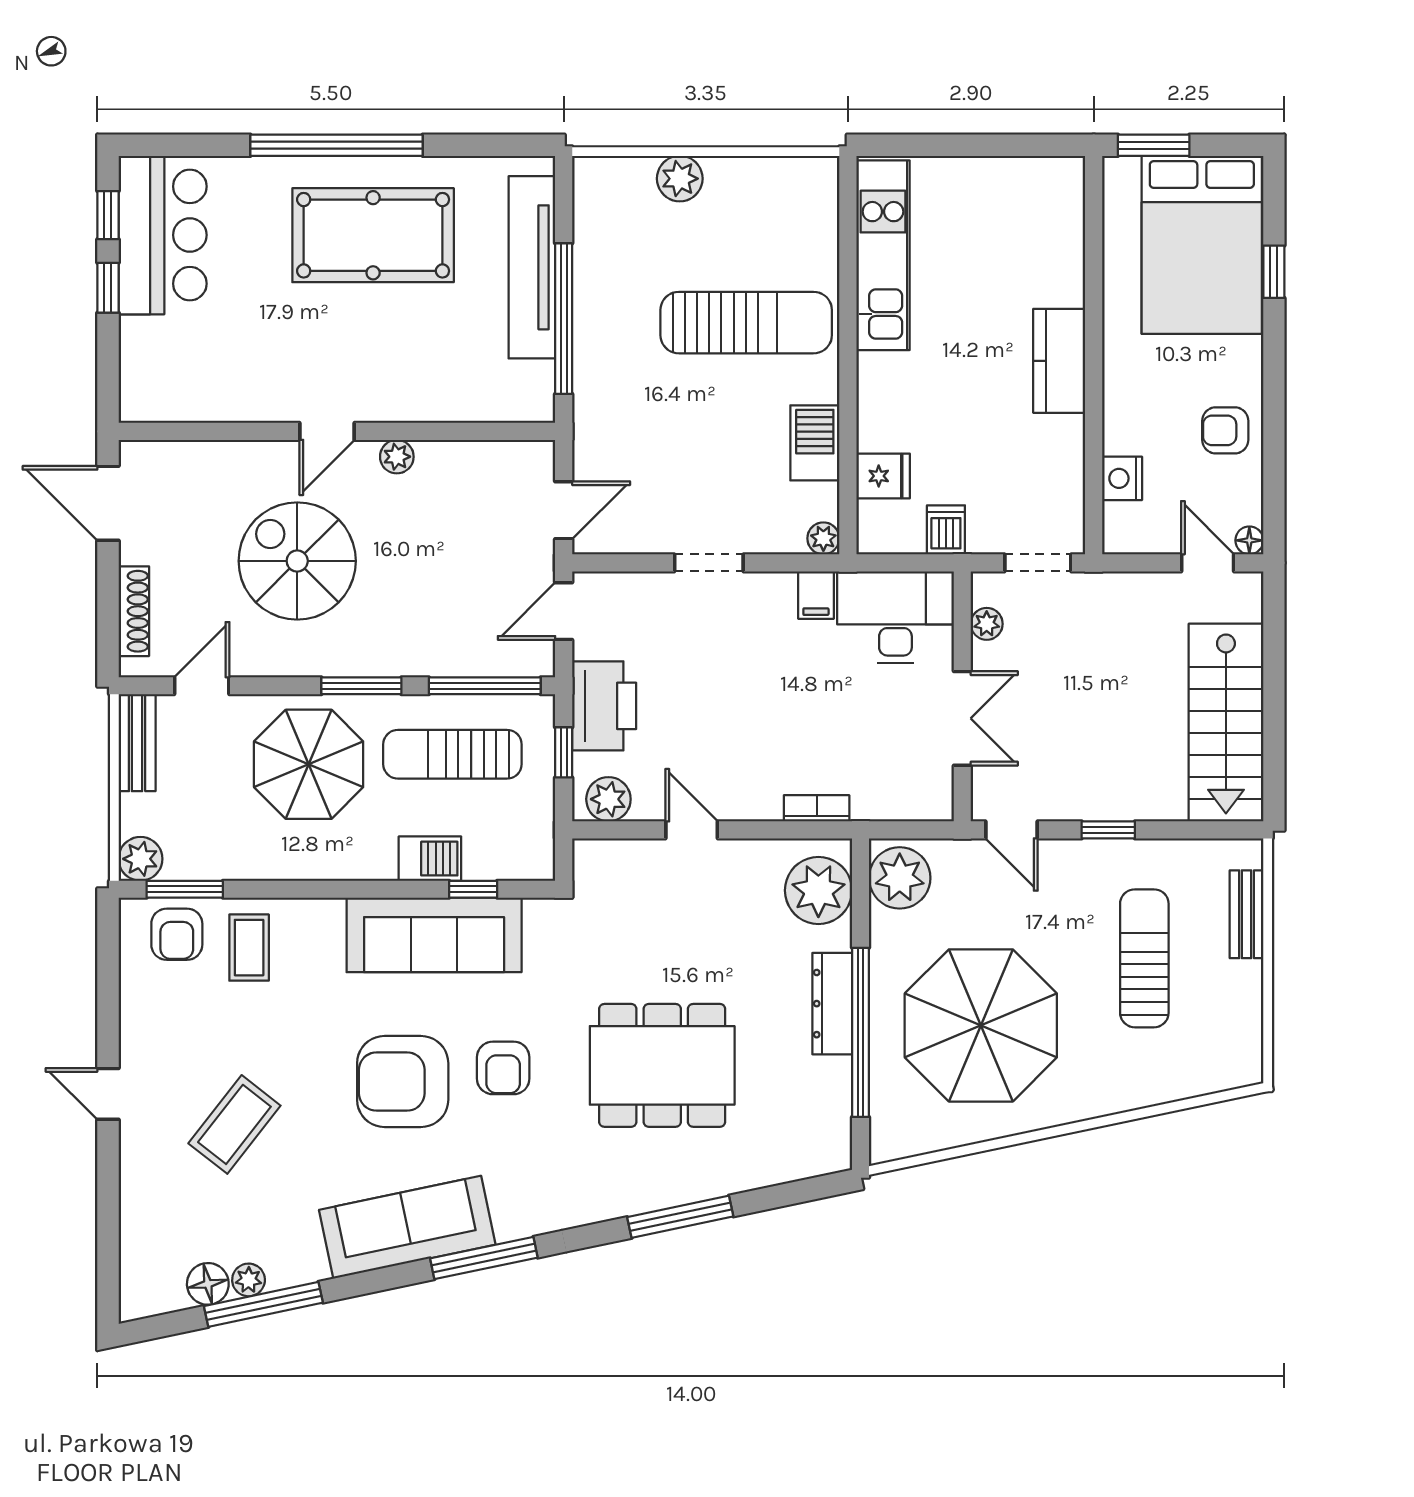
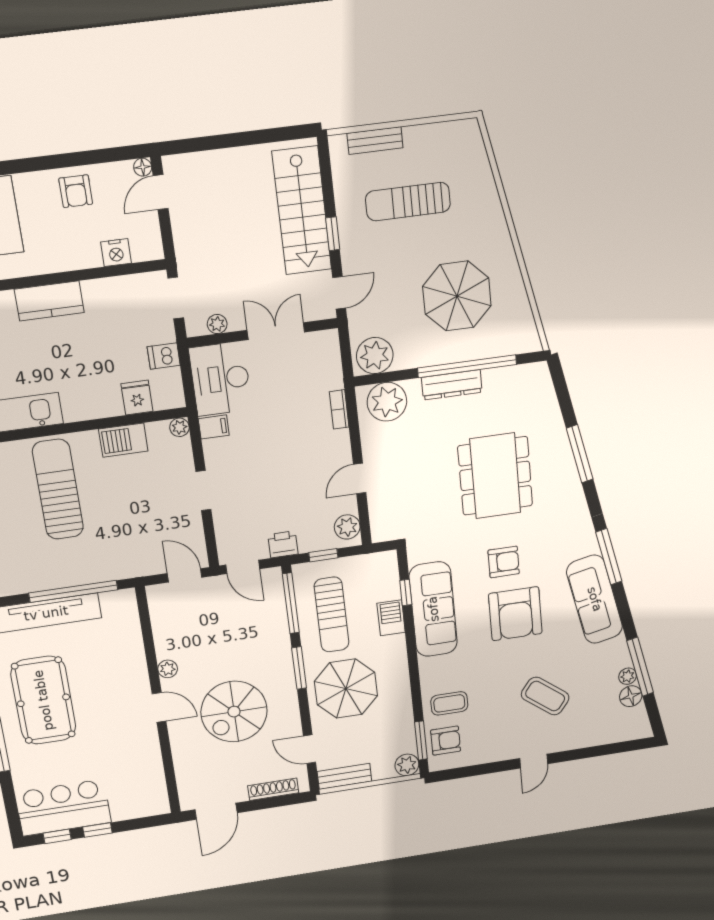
printer: (604, 706) -> (283, 544), width x0.53, depth x0.68
stairs: (1226, 723) -> (302, 211), moved, turned 90
parasol: (981, 1025) -> (457, 296), width x0.73, depth x0.73

